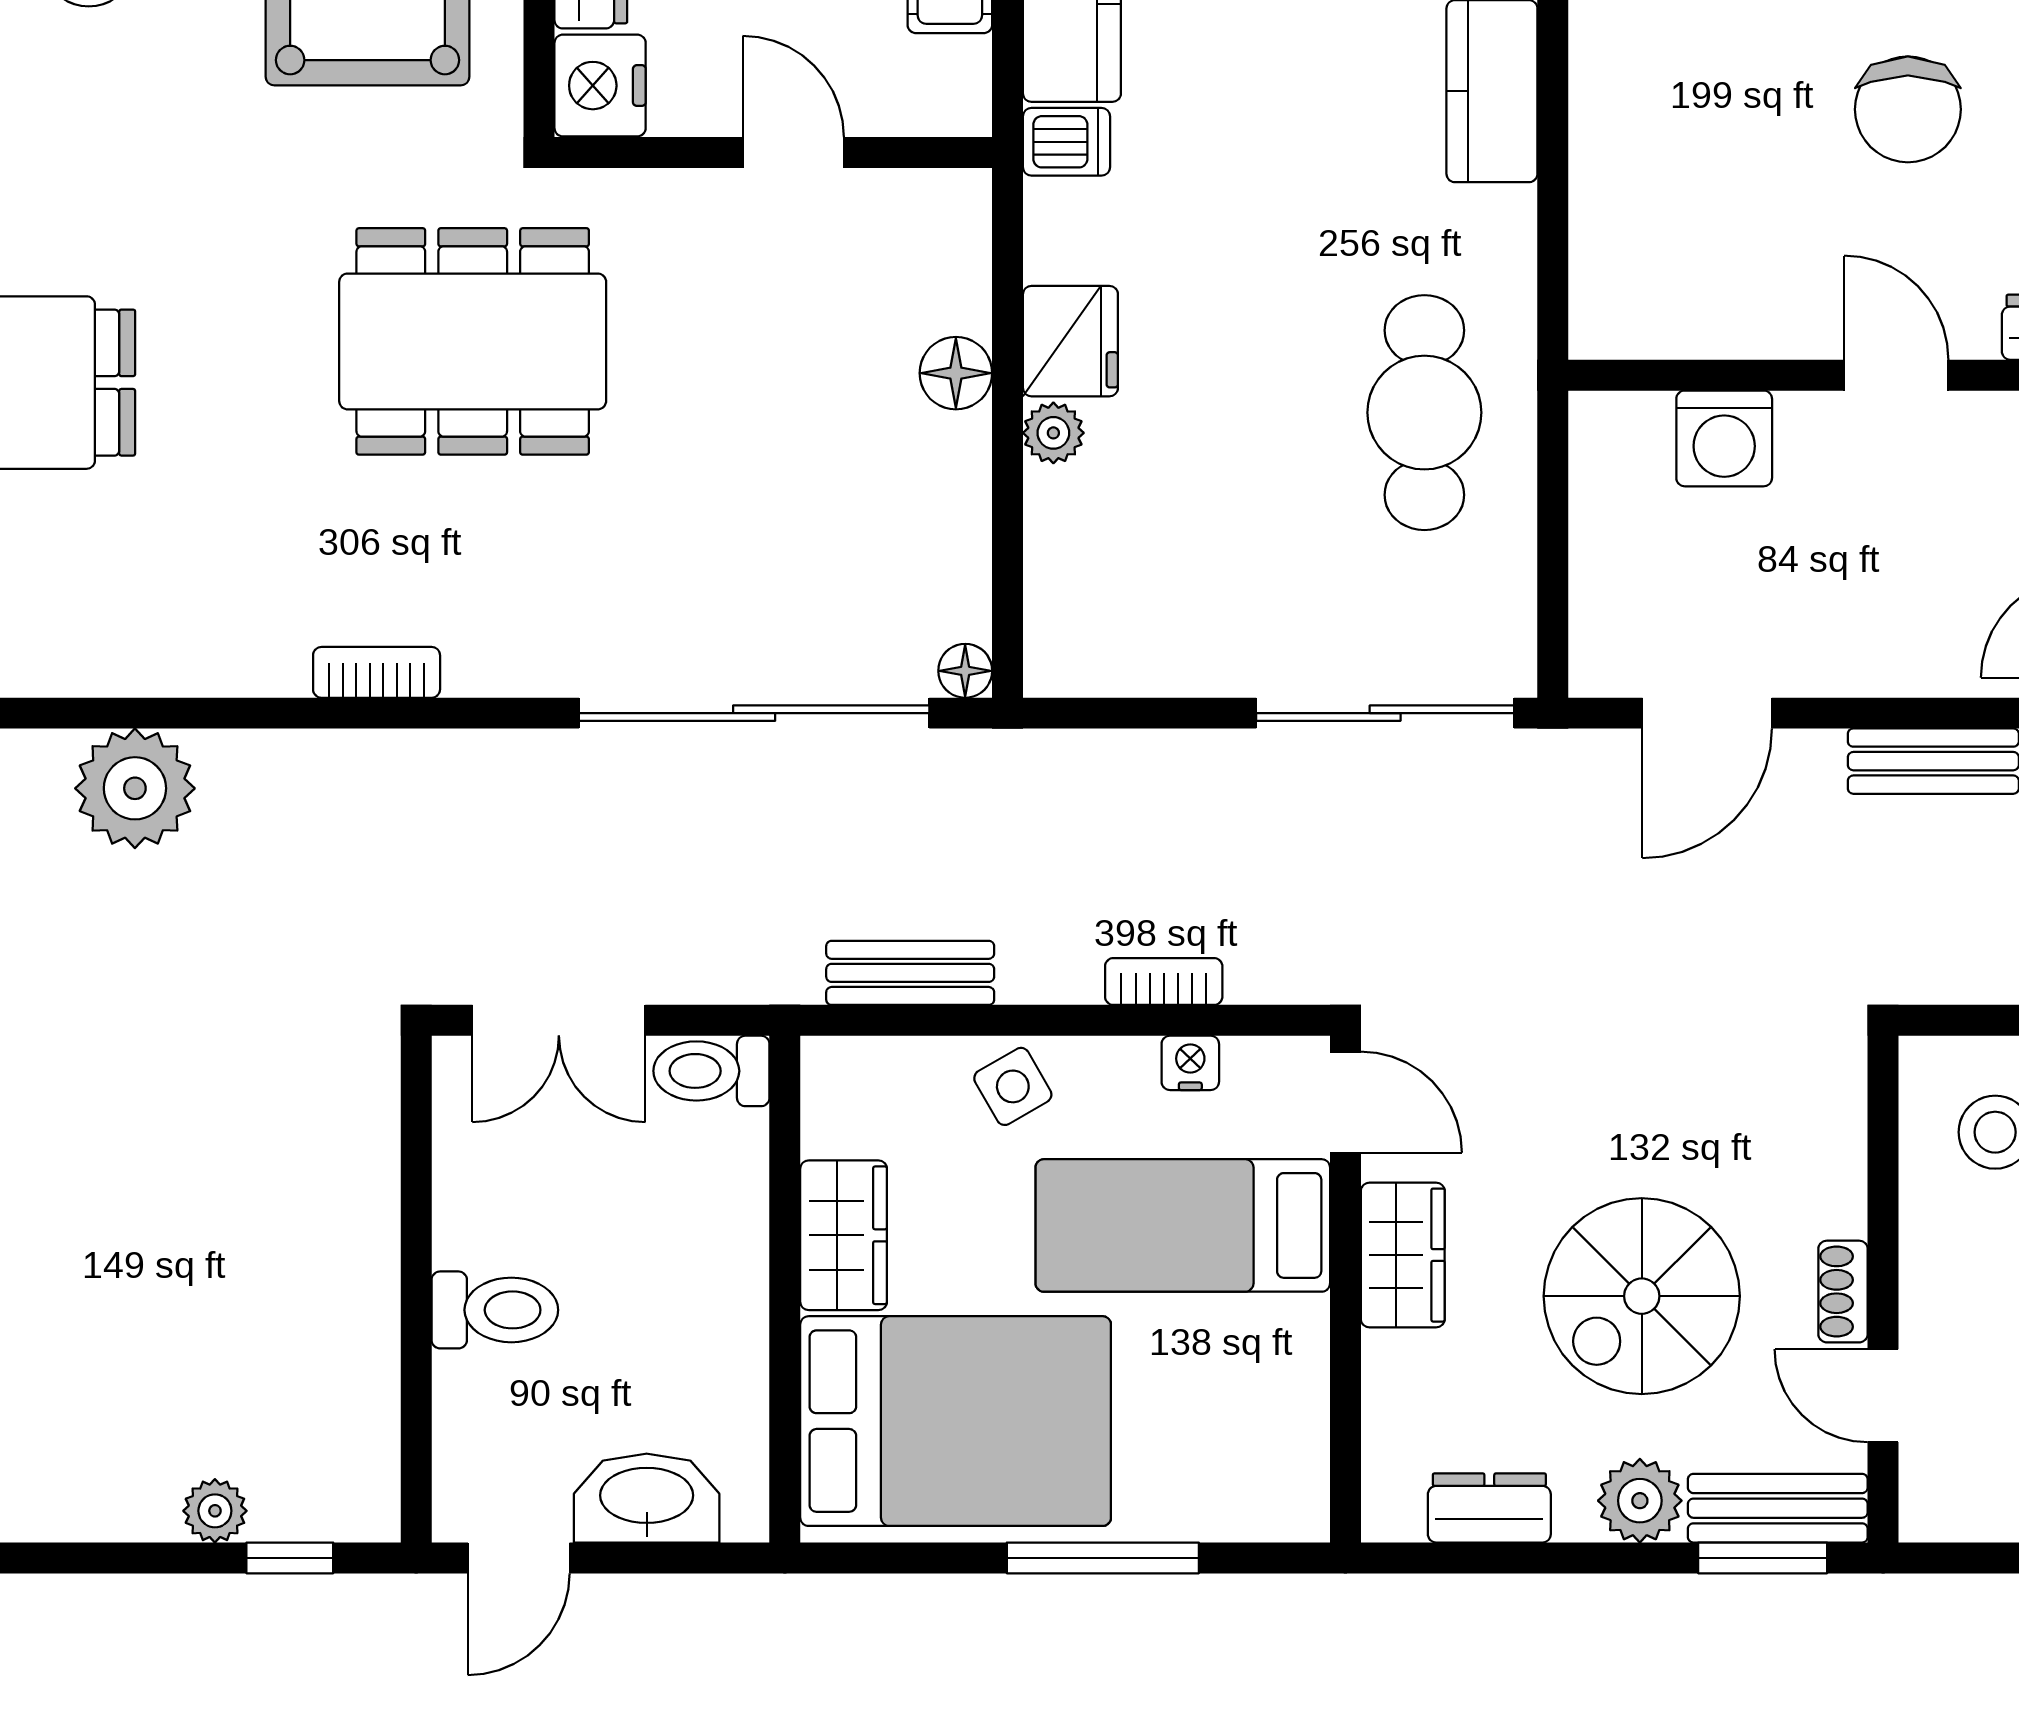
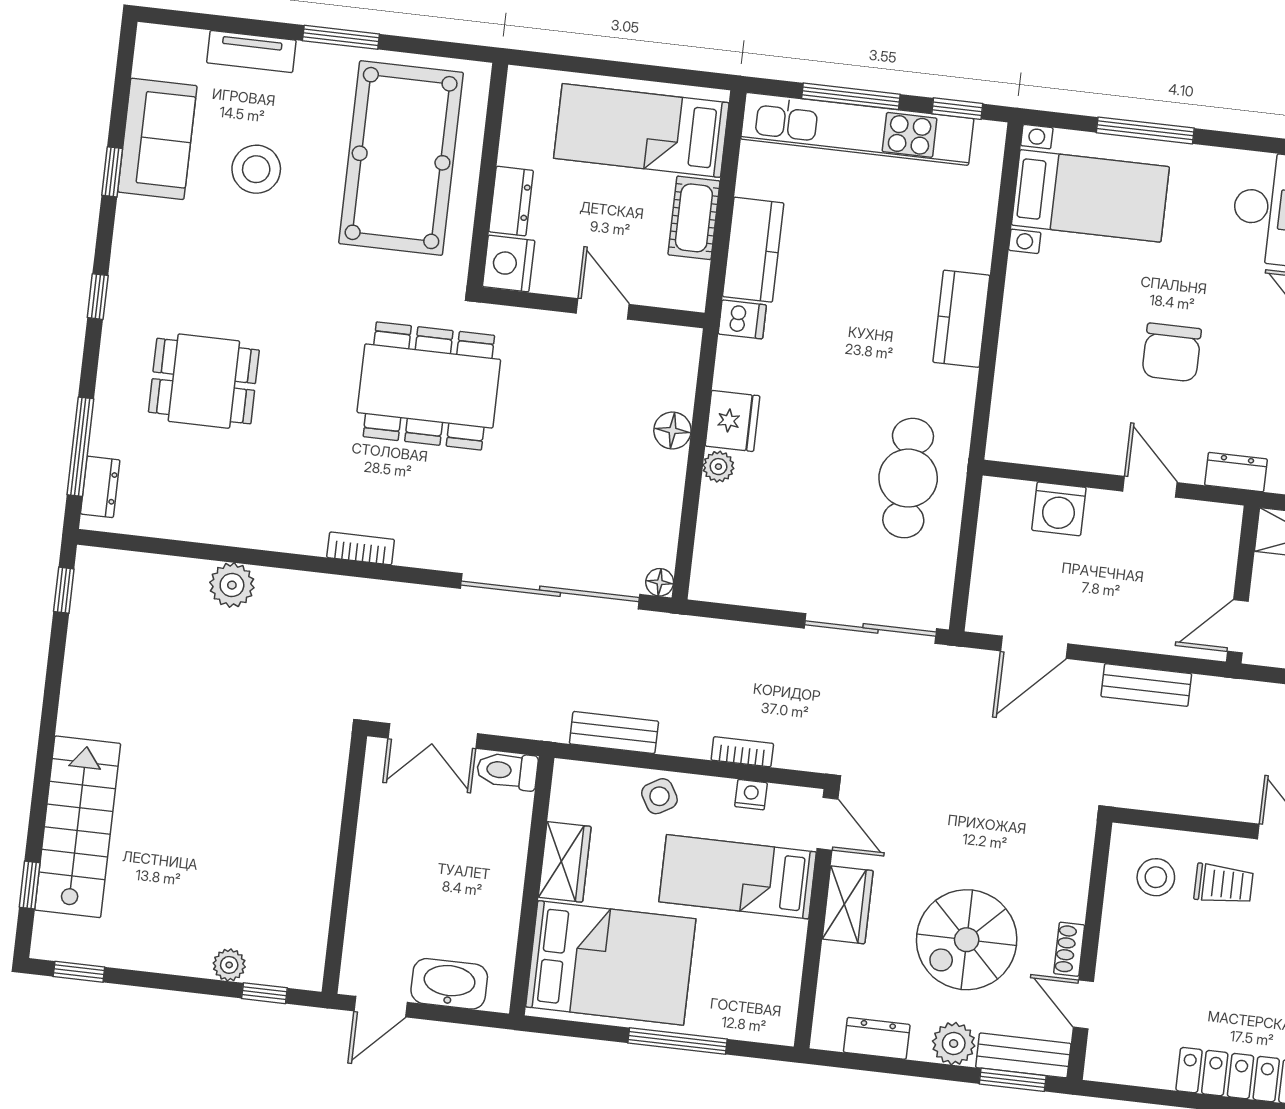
plant: (135, 788) -> (232, 585), width x0.73, depth x0.73
toilet: (495, 1310) -> (383, 879), removed

